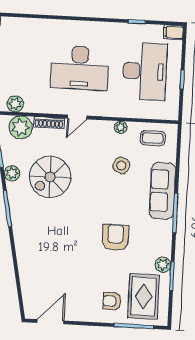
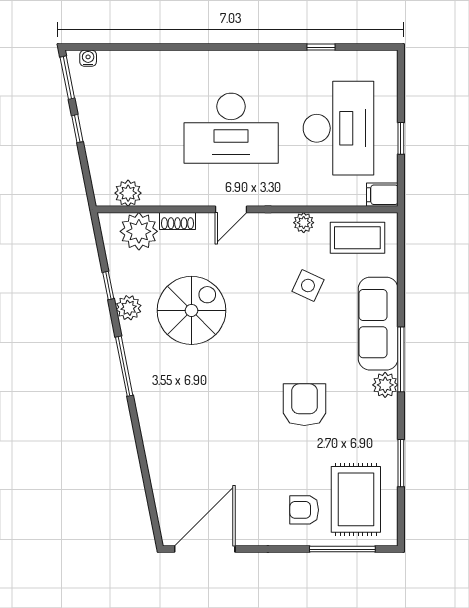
filing cabinet: (173, 32) -> (382, 195), moved
shoe rack: (49, 123) -> (177, 221), width x0.70
coffee table: (153, 138) -> (357, 238), width x1.36, depth x1.30
spiral stairs: (50, 177) -> (192, 310), turned 180
plant: (163, 265) -> (385, 385), moved
door: (50, 322) -> (205, 549), width x1.36

